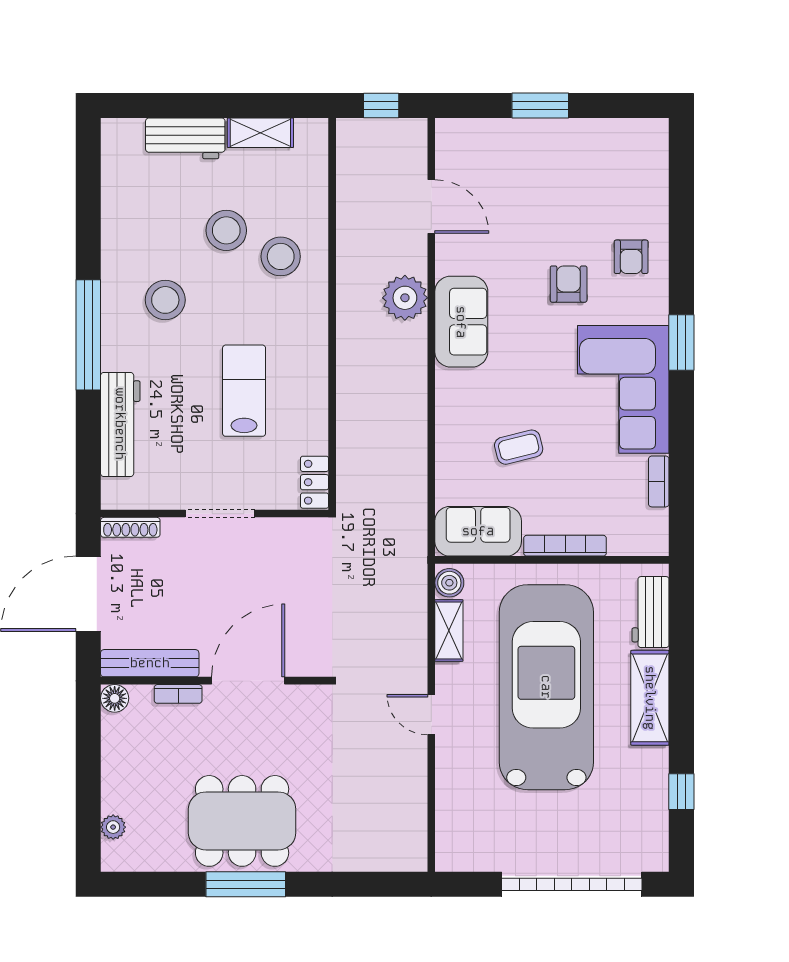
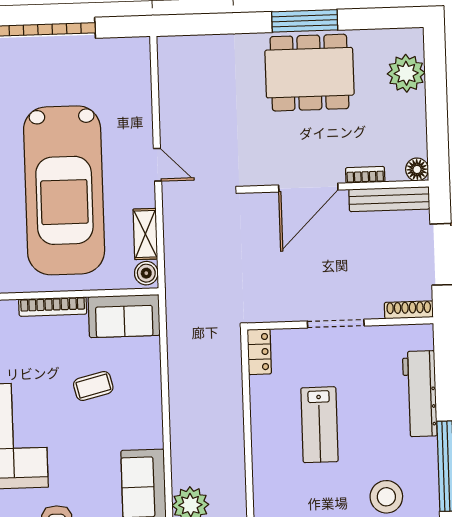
plant: (113, 827) -> (406, 73), width x1.88, depth x1.88

